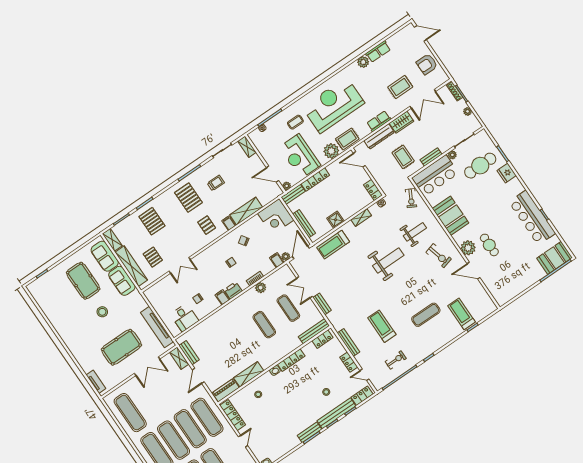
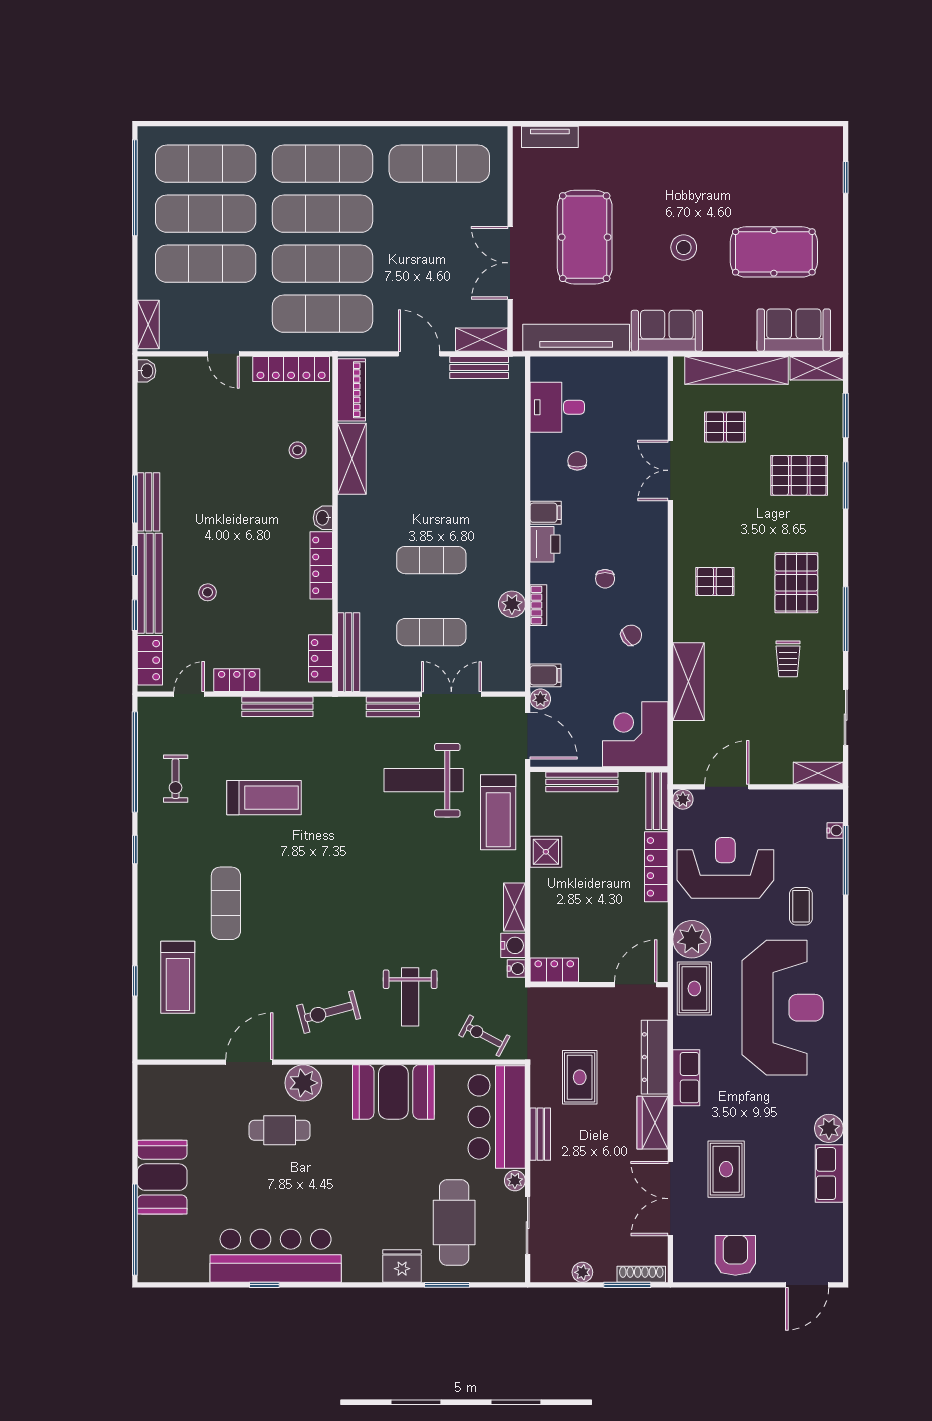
rug: (403, 157) -> (580, 1077), turned 90
pallet: (188, 198) -> (796, 583), turned 90
water cooler: (374, 209) -> (513, 945), added
filing cabinet: (229, 223) -> (688, 629), removed
treadmill: (333, 245) -> (498, 812), turned 180
booth: (555, 258) -> (162, 1177), moved
weight bench: (388, 260) -> (424, 780), moved, turned 90
sofa: (122, 281) -> (667, 331), moved
treadmill: (461, 314) -> (178, 977), turned 90

